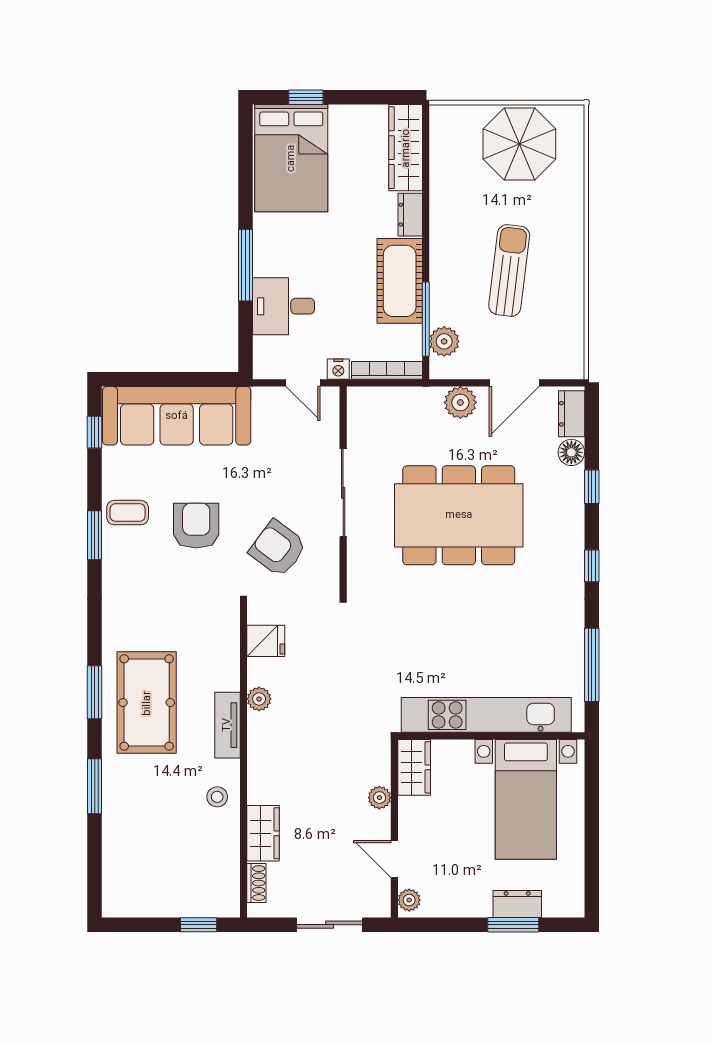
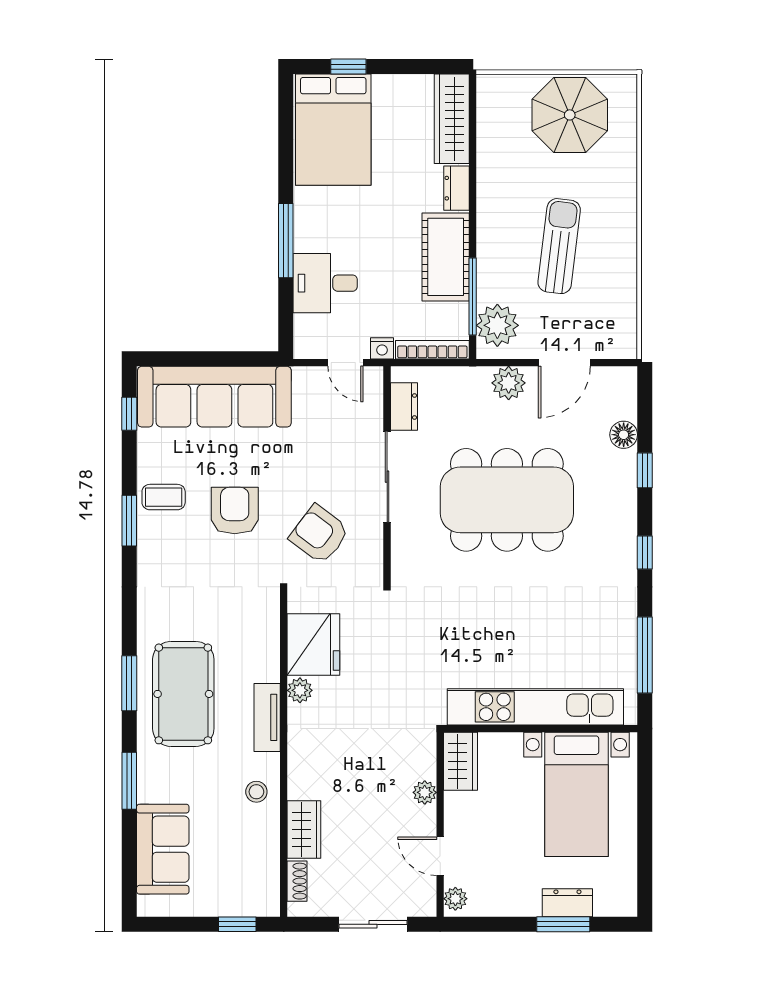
plant: (444, 341) -> (497, 325), width x1.36, depth x1.36
dresser: (572, 414) -> (404, 406), moved, turned 180
fridge: (266, 641) -> (313, 645), width x1.88, depth x1.34
sofa: (127, 852) -> (163, 849), added

